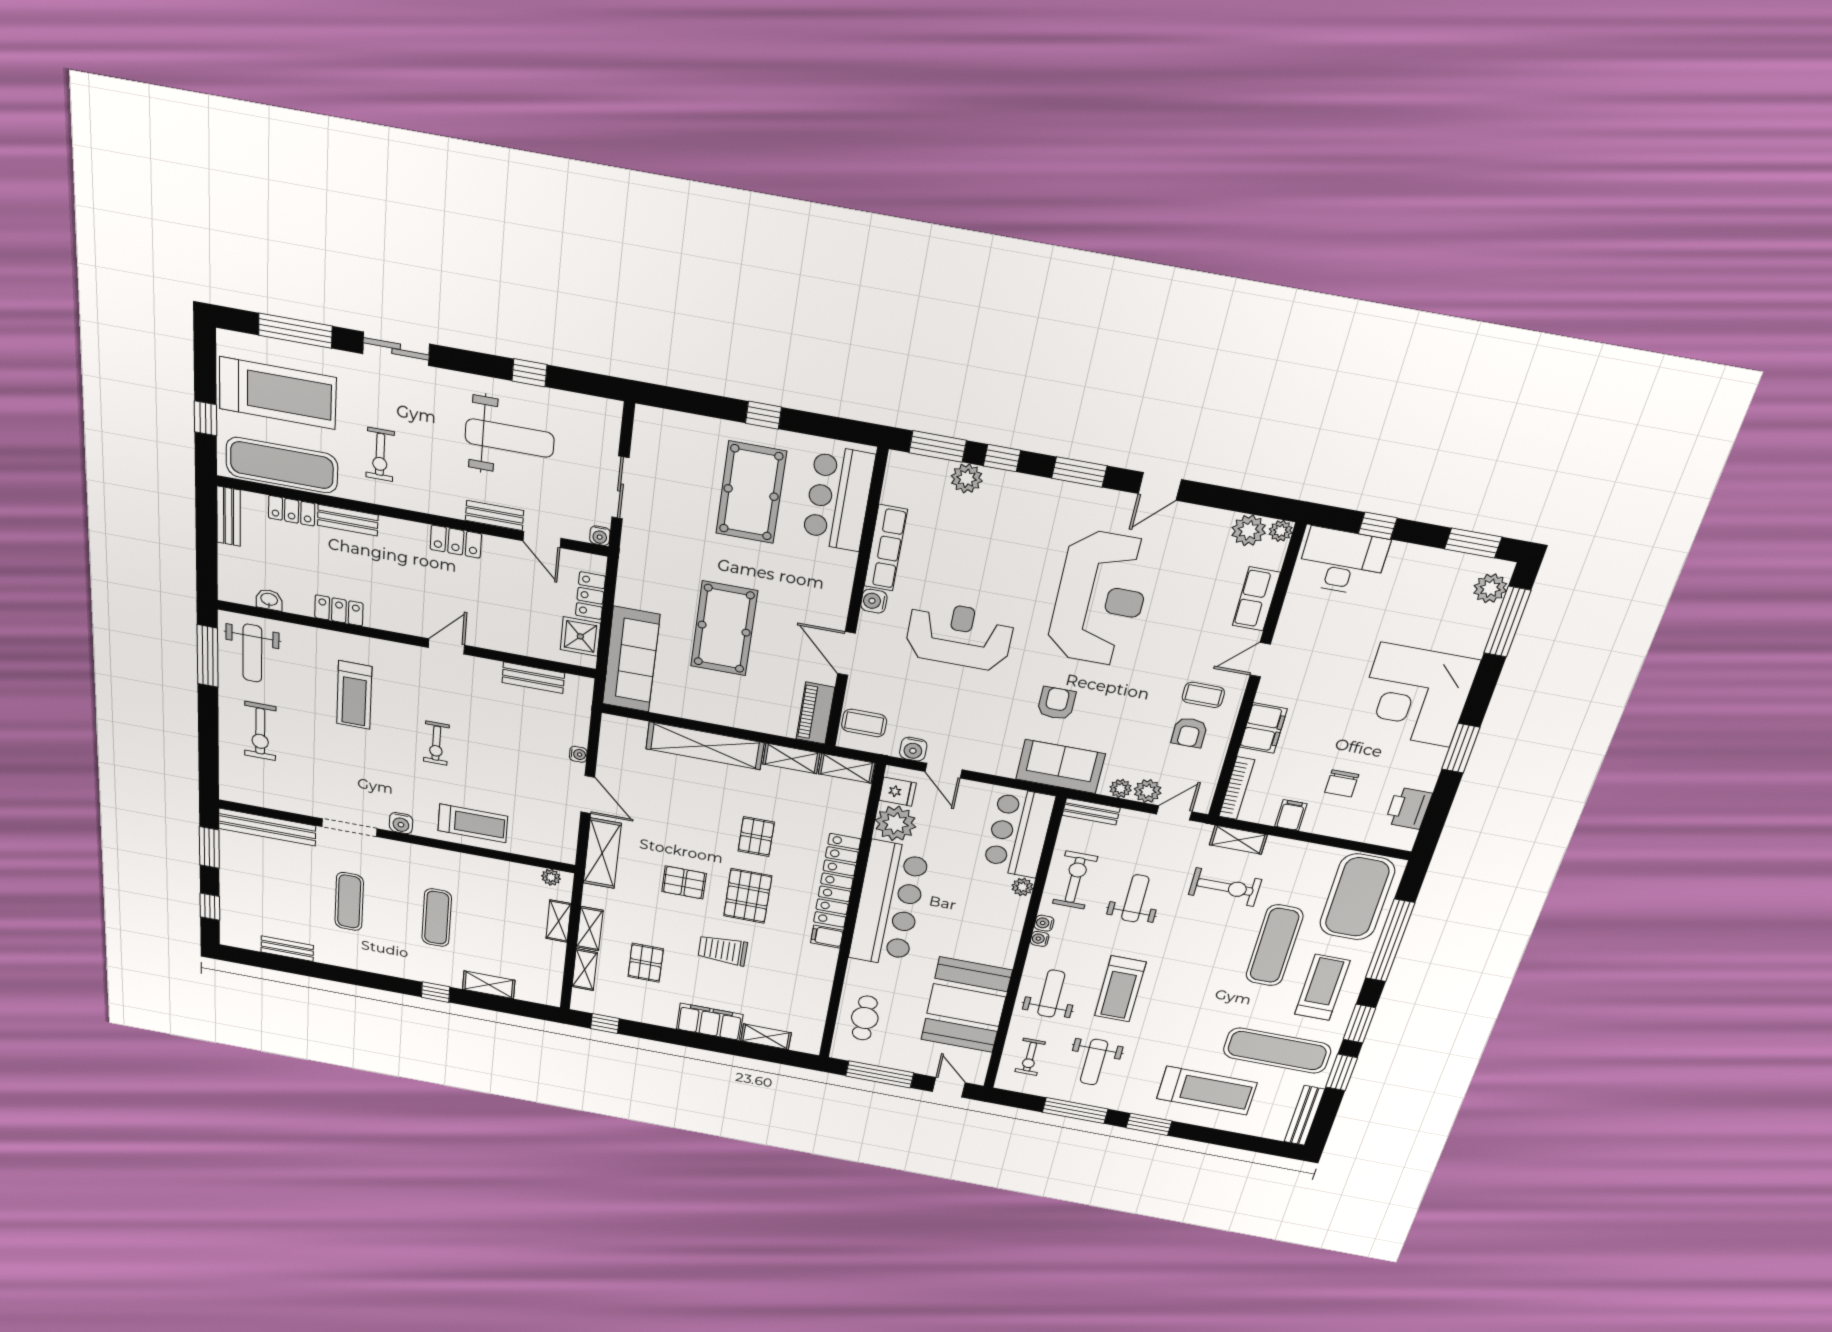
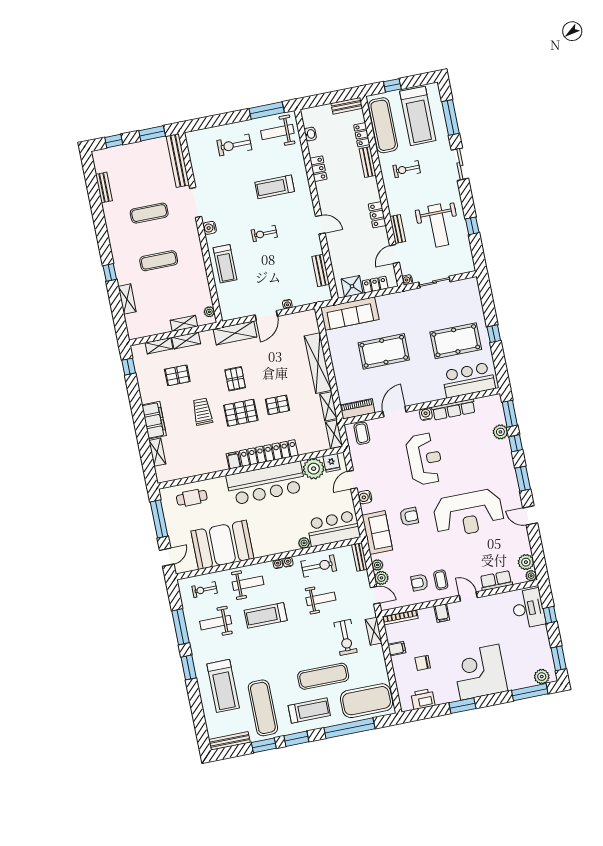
filing cabinet: (1263, 728) -> (442, 613), width x0.50
water cooler: (913, 749) -> (365, 497), moved

